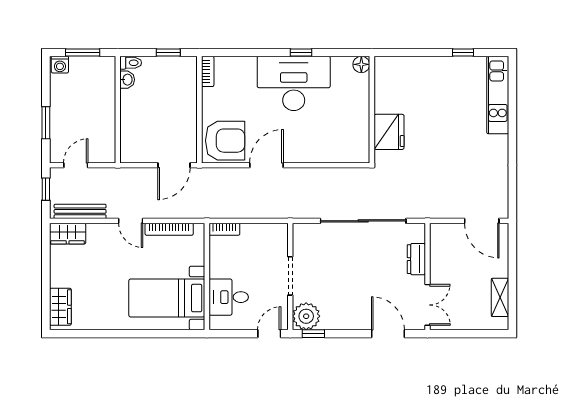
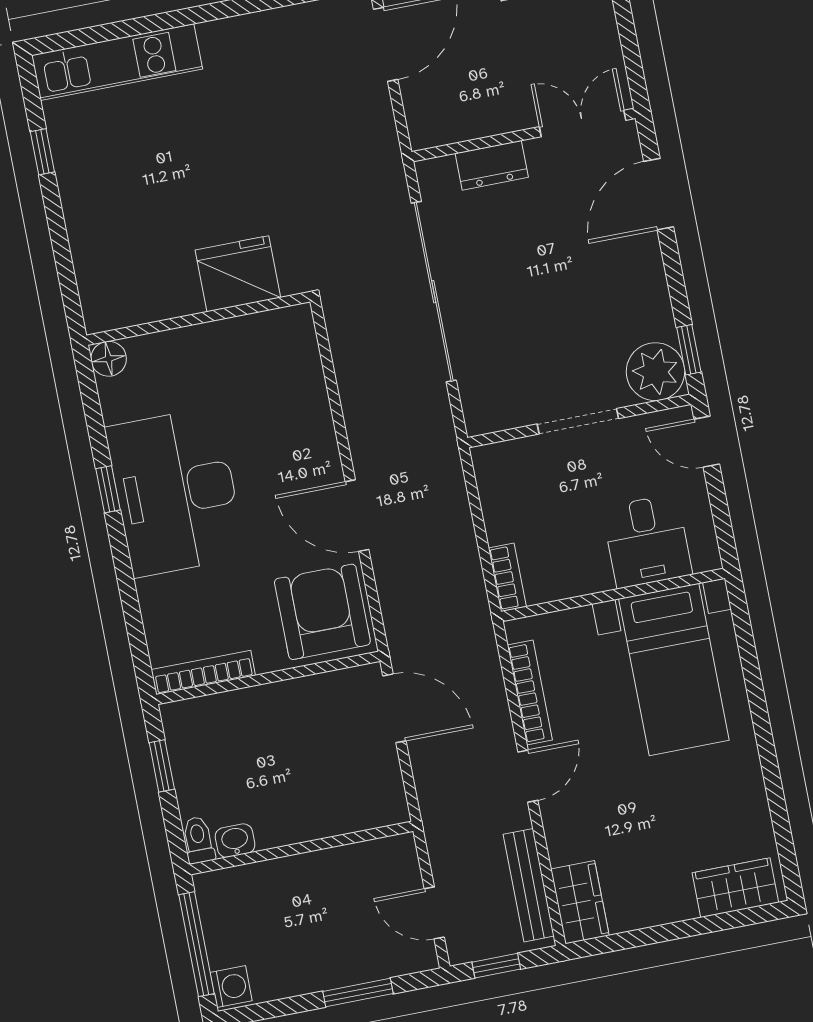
window: (83, 52) -> (196, 944), width x1.44
bookcase: (208, 71) -> (203, 673), width x1.56

